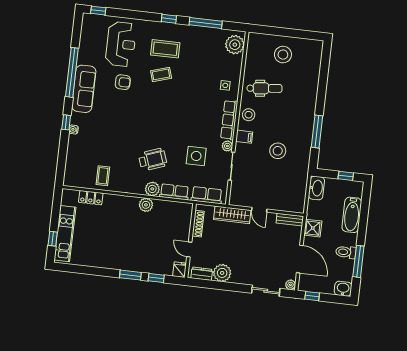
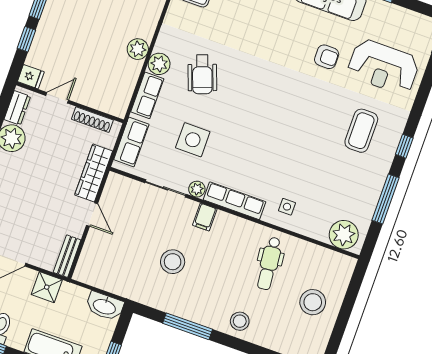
coffee table: (161, 74) -> (325, 116), removed
armchair: (123, 82) -> (327, 57), turned -90
stool: (249, 115) -> (240, 321), moved
door: (259, 210) -> (92, 214), swing flipped

